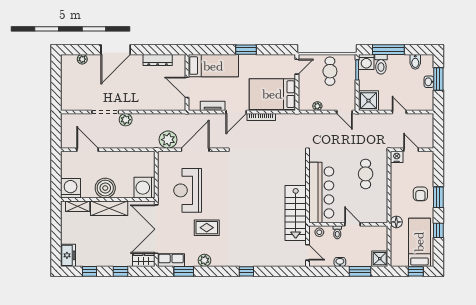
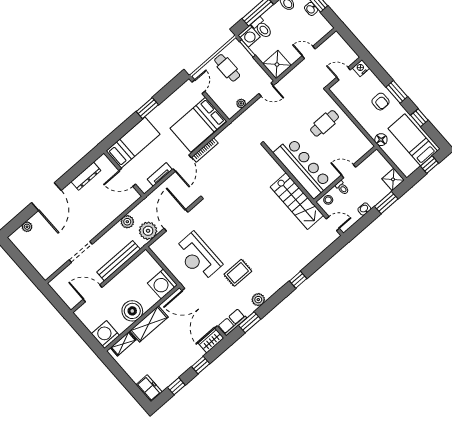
plant: (126, 120) -> (127, 222), moved
bench: (127, 143) -> (119, 261), added
nightstand: (397, 157) -> (361, 68), moved
cafe table: (366, 174) -> (325, 123), turned 90

